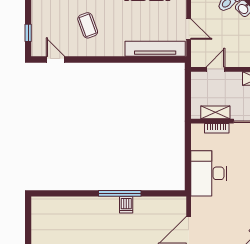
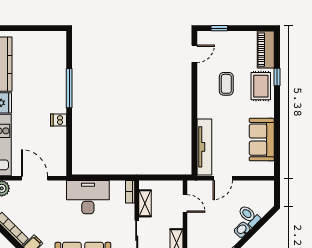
coffee table: (88, 25) -> (226, 84), turned -70
bookcase: (217, 128) -> (130, 192), moved
window: (120, 193) -> (69, 88), moved

